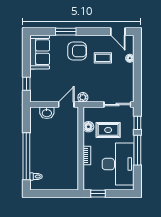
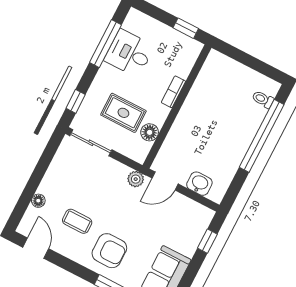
armchair: (77, 51) -> (109, 251), turned 180
window: (137, 150) -> (105, 44), moved
desk: (118, 164) -> (129, 53), width x0.53, depth x0.77

